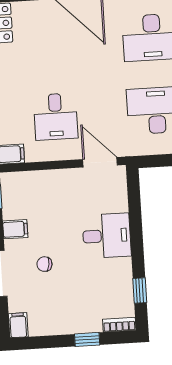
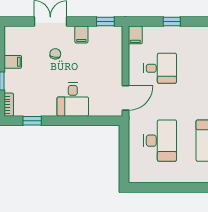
desk: (56, 117) -> (160, 68), turned 180
filing cabinet: (18, 325) -> (13, 62), moved

